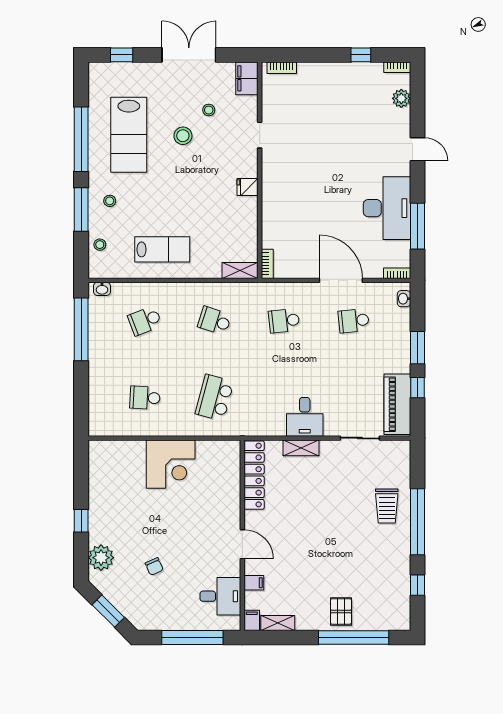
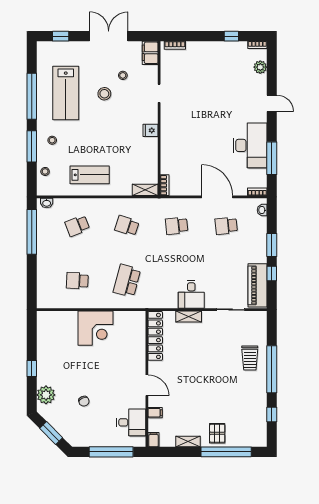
shelving: (278, 623) -> (188, 441), moved

